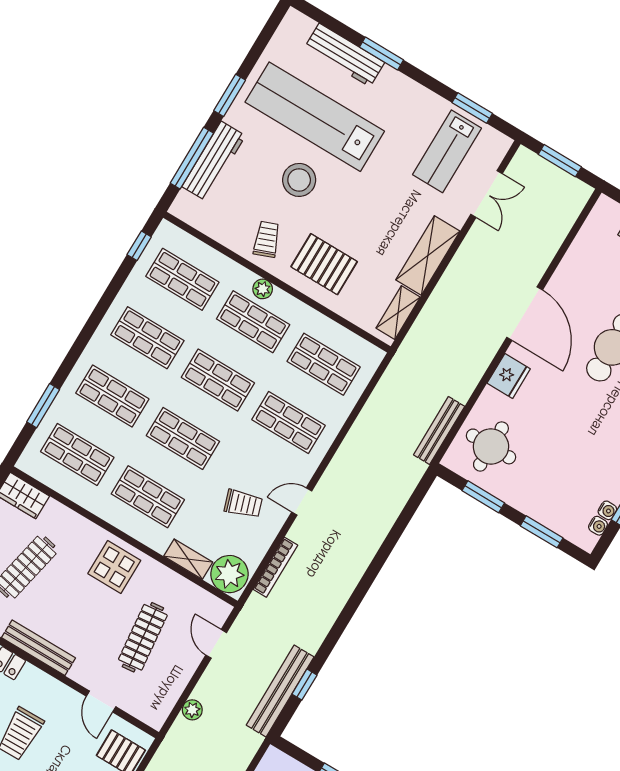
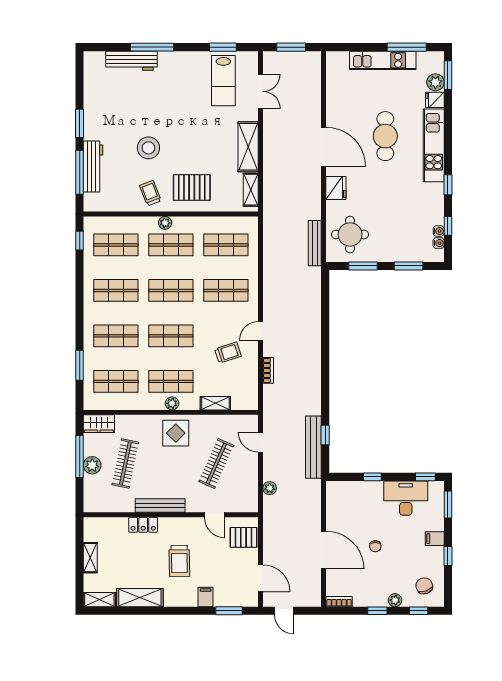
window: (382, 53) -> (152, 47), width x1.44
lab bench: (315, 117) -> (136, 106), removed
bookcase: (275, 567) -> (268, 370), width x0.64
plant: (229, 574) -> (172, 403), moved, width x0.53, depth x0.53
clothes rail: (143, 637) -> (216, 464), turned 30

